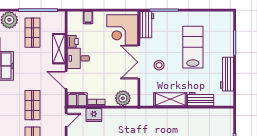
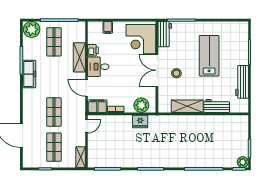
fridge: (94, 115) -> (140, 121), moved

